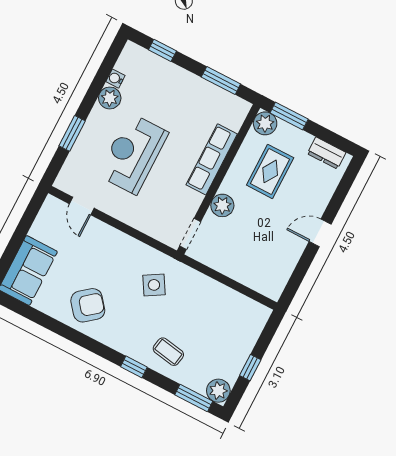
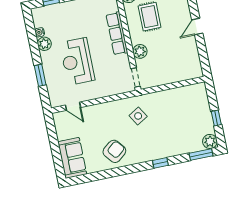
coffee table: (168, 352) -> (171, 142), removed

